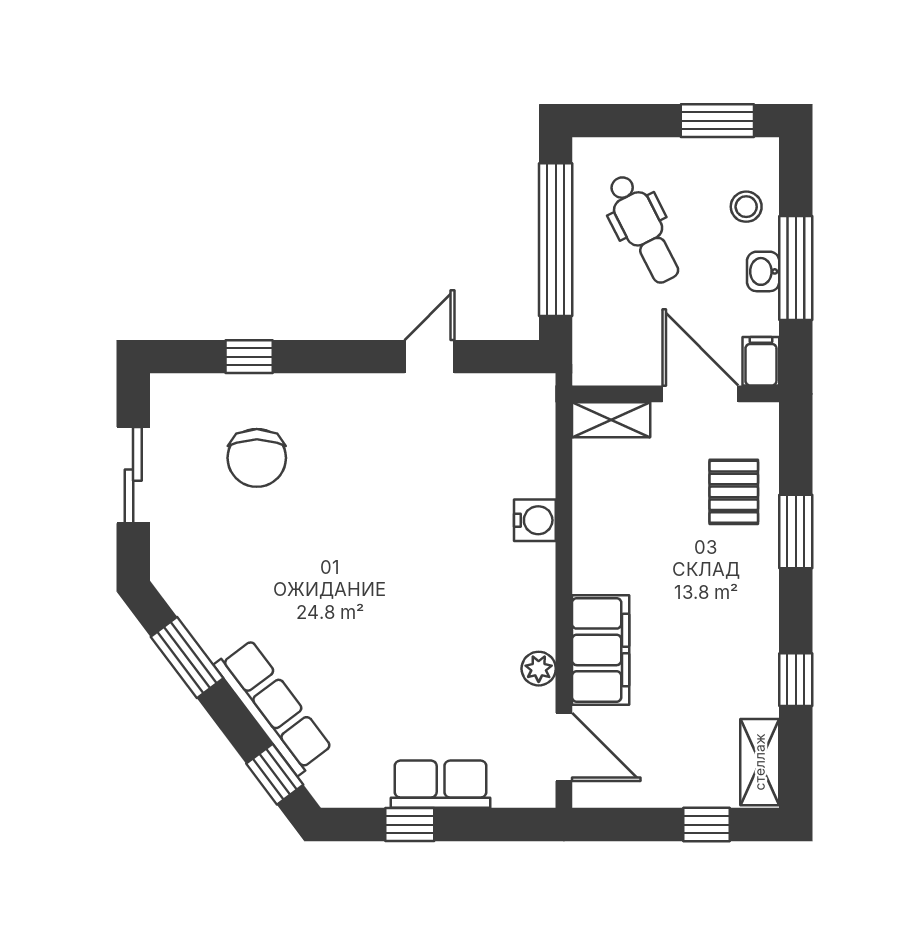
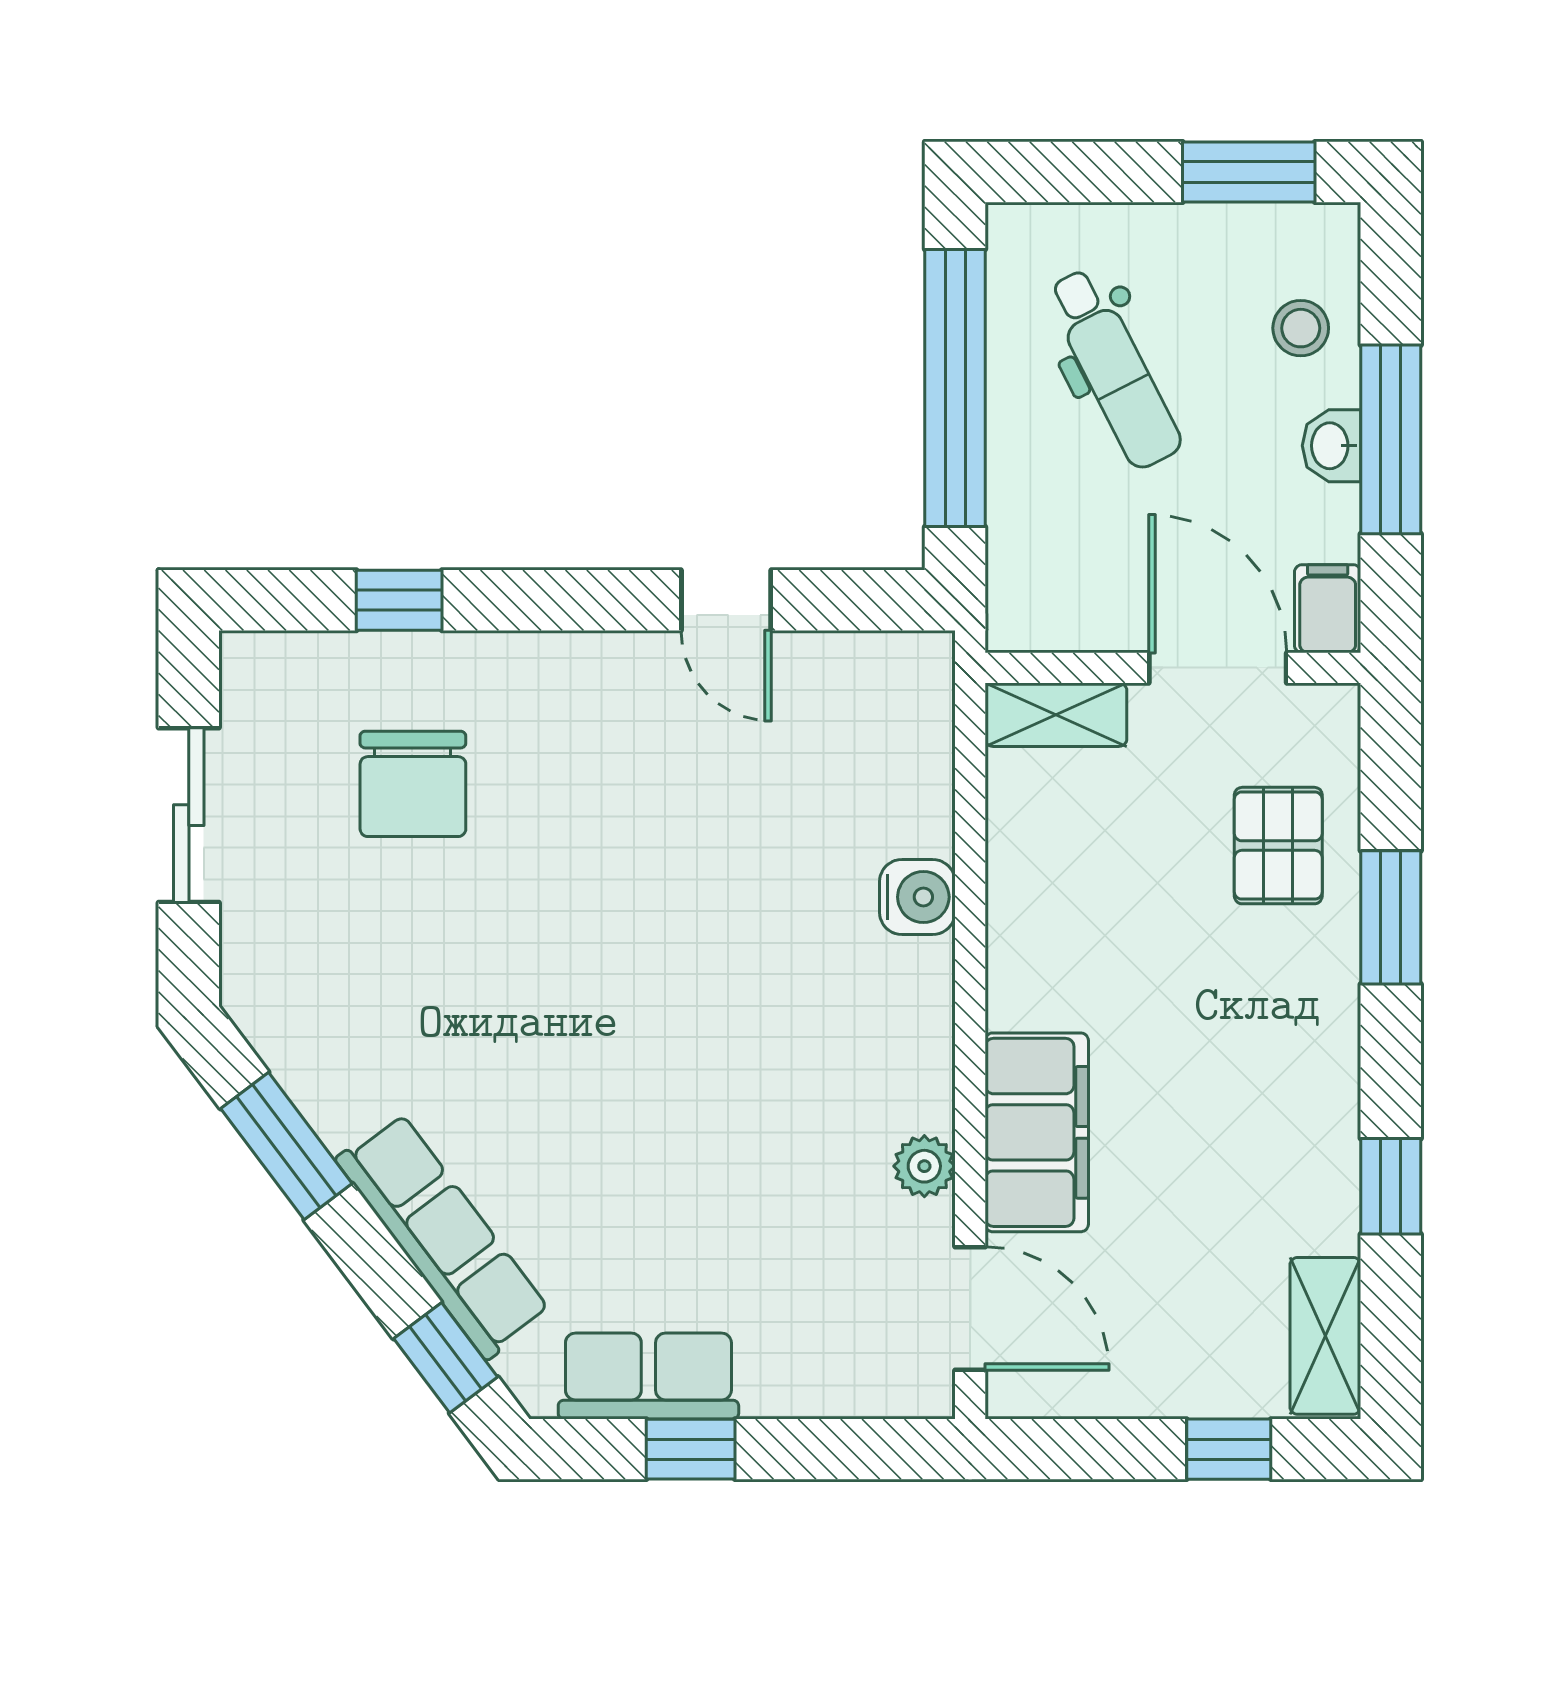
door: (429, 357) -> (726, 600), swing flipped
row of seats: (441, 784) -> (648, 1376), moved

